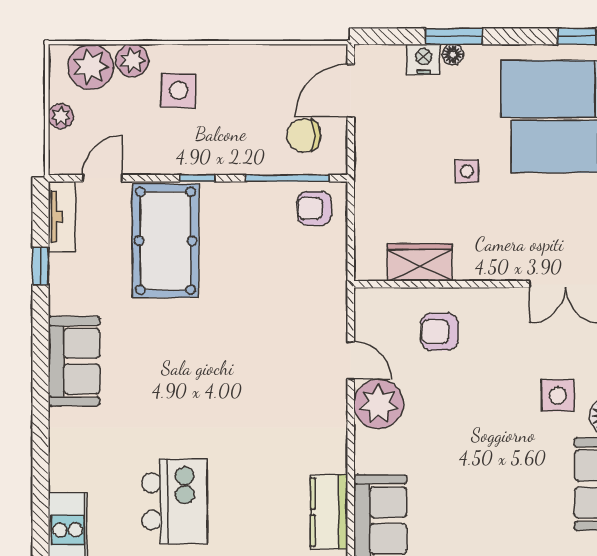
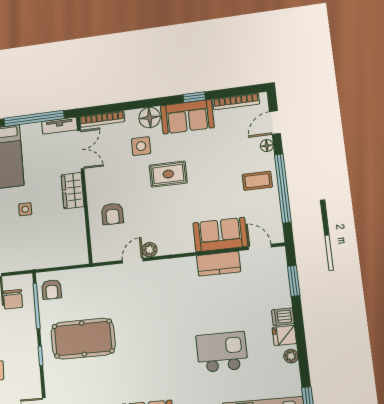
pool table: (165, 241) -> (83, 339), moved
wardrobe: (419, 262) -> (73, 191), moved
plant: (379, 404) -> (150, 250), width x0.53, depth x0.53
rug: (500, 440) -> (168, 174), added

